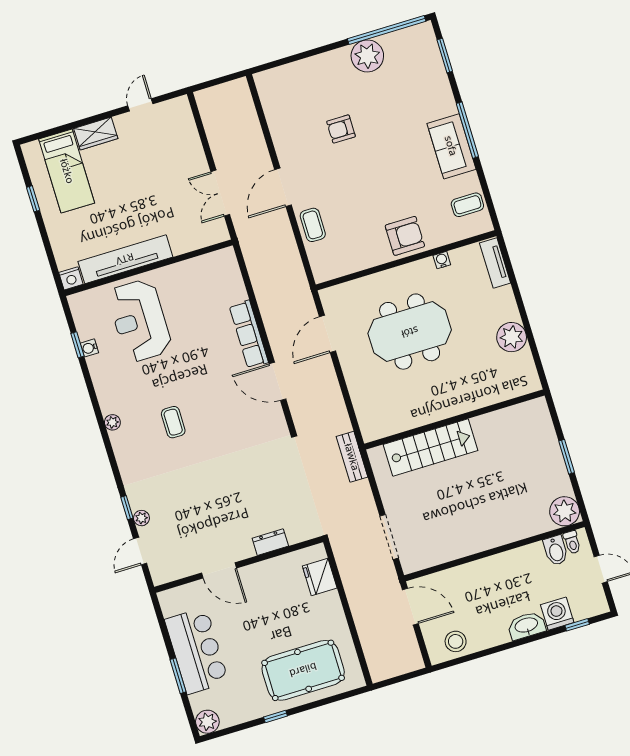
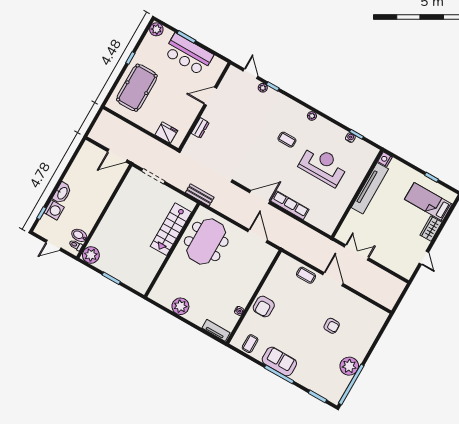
armchair: (341, 129) -> (332, 326), turned 90
reception desk: (140, 321) -> (323, 165), moved
meeting table: (410, 332) -> (206, 241), moved
stool: (456, 641) -> (85, 159), removed

